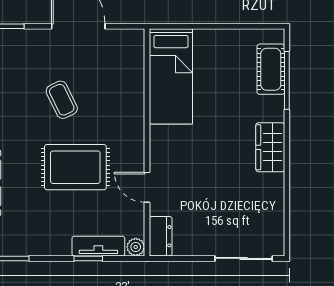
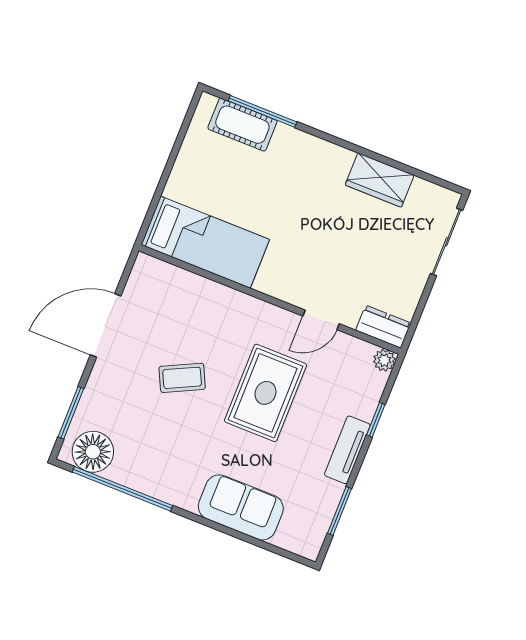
wardrobe: (270, 147) -> (380, 180), moved
tv unit: (98, 246) -> (347, 450), moved

